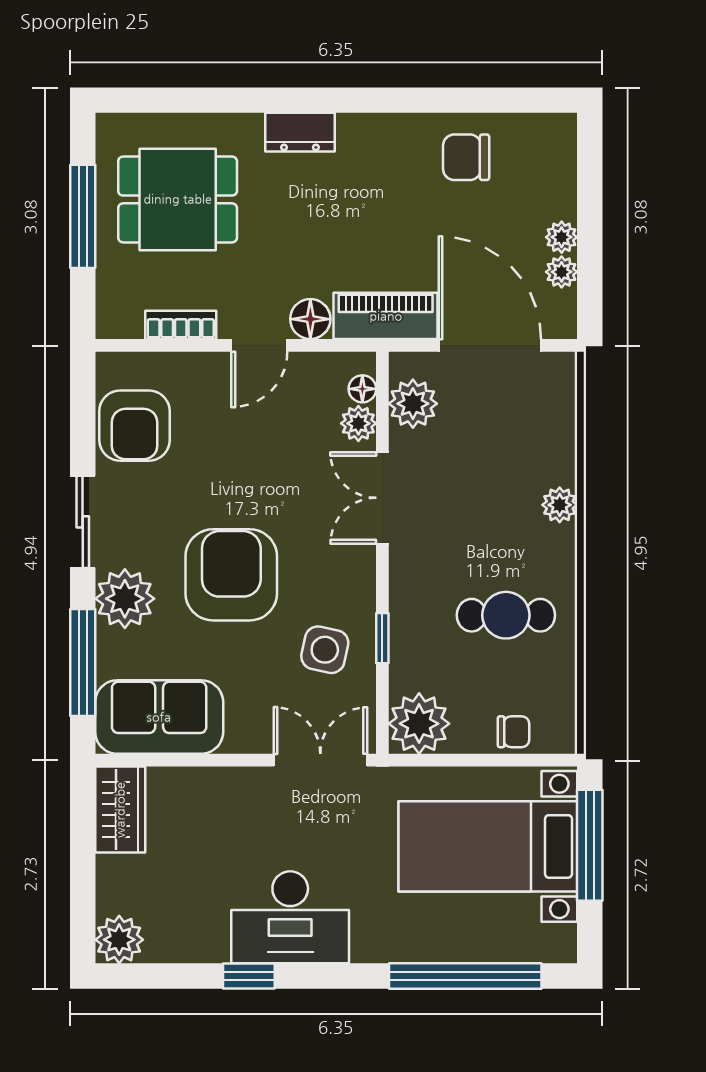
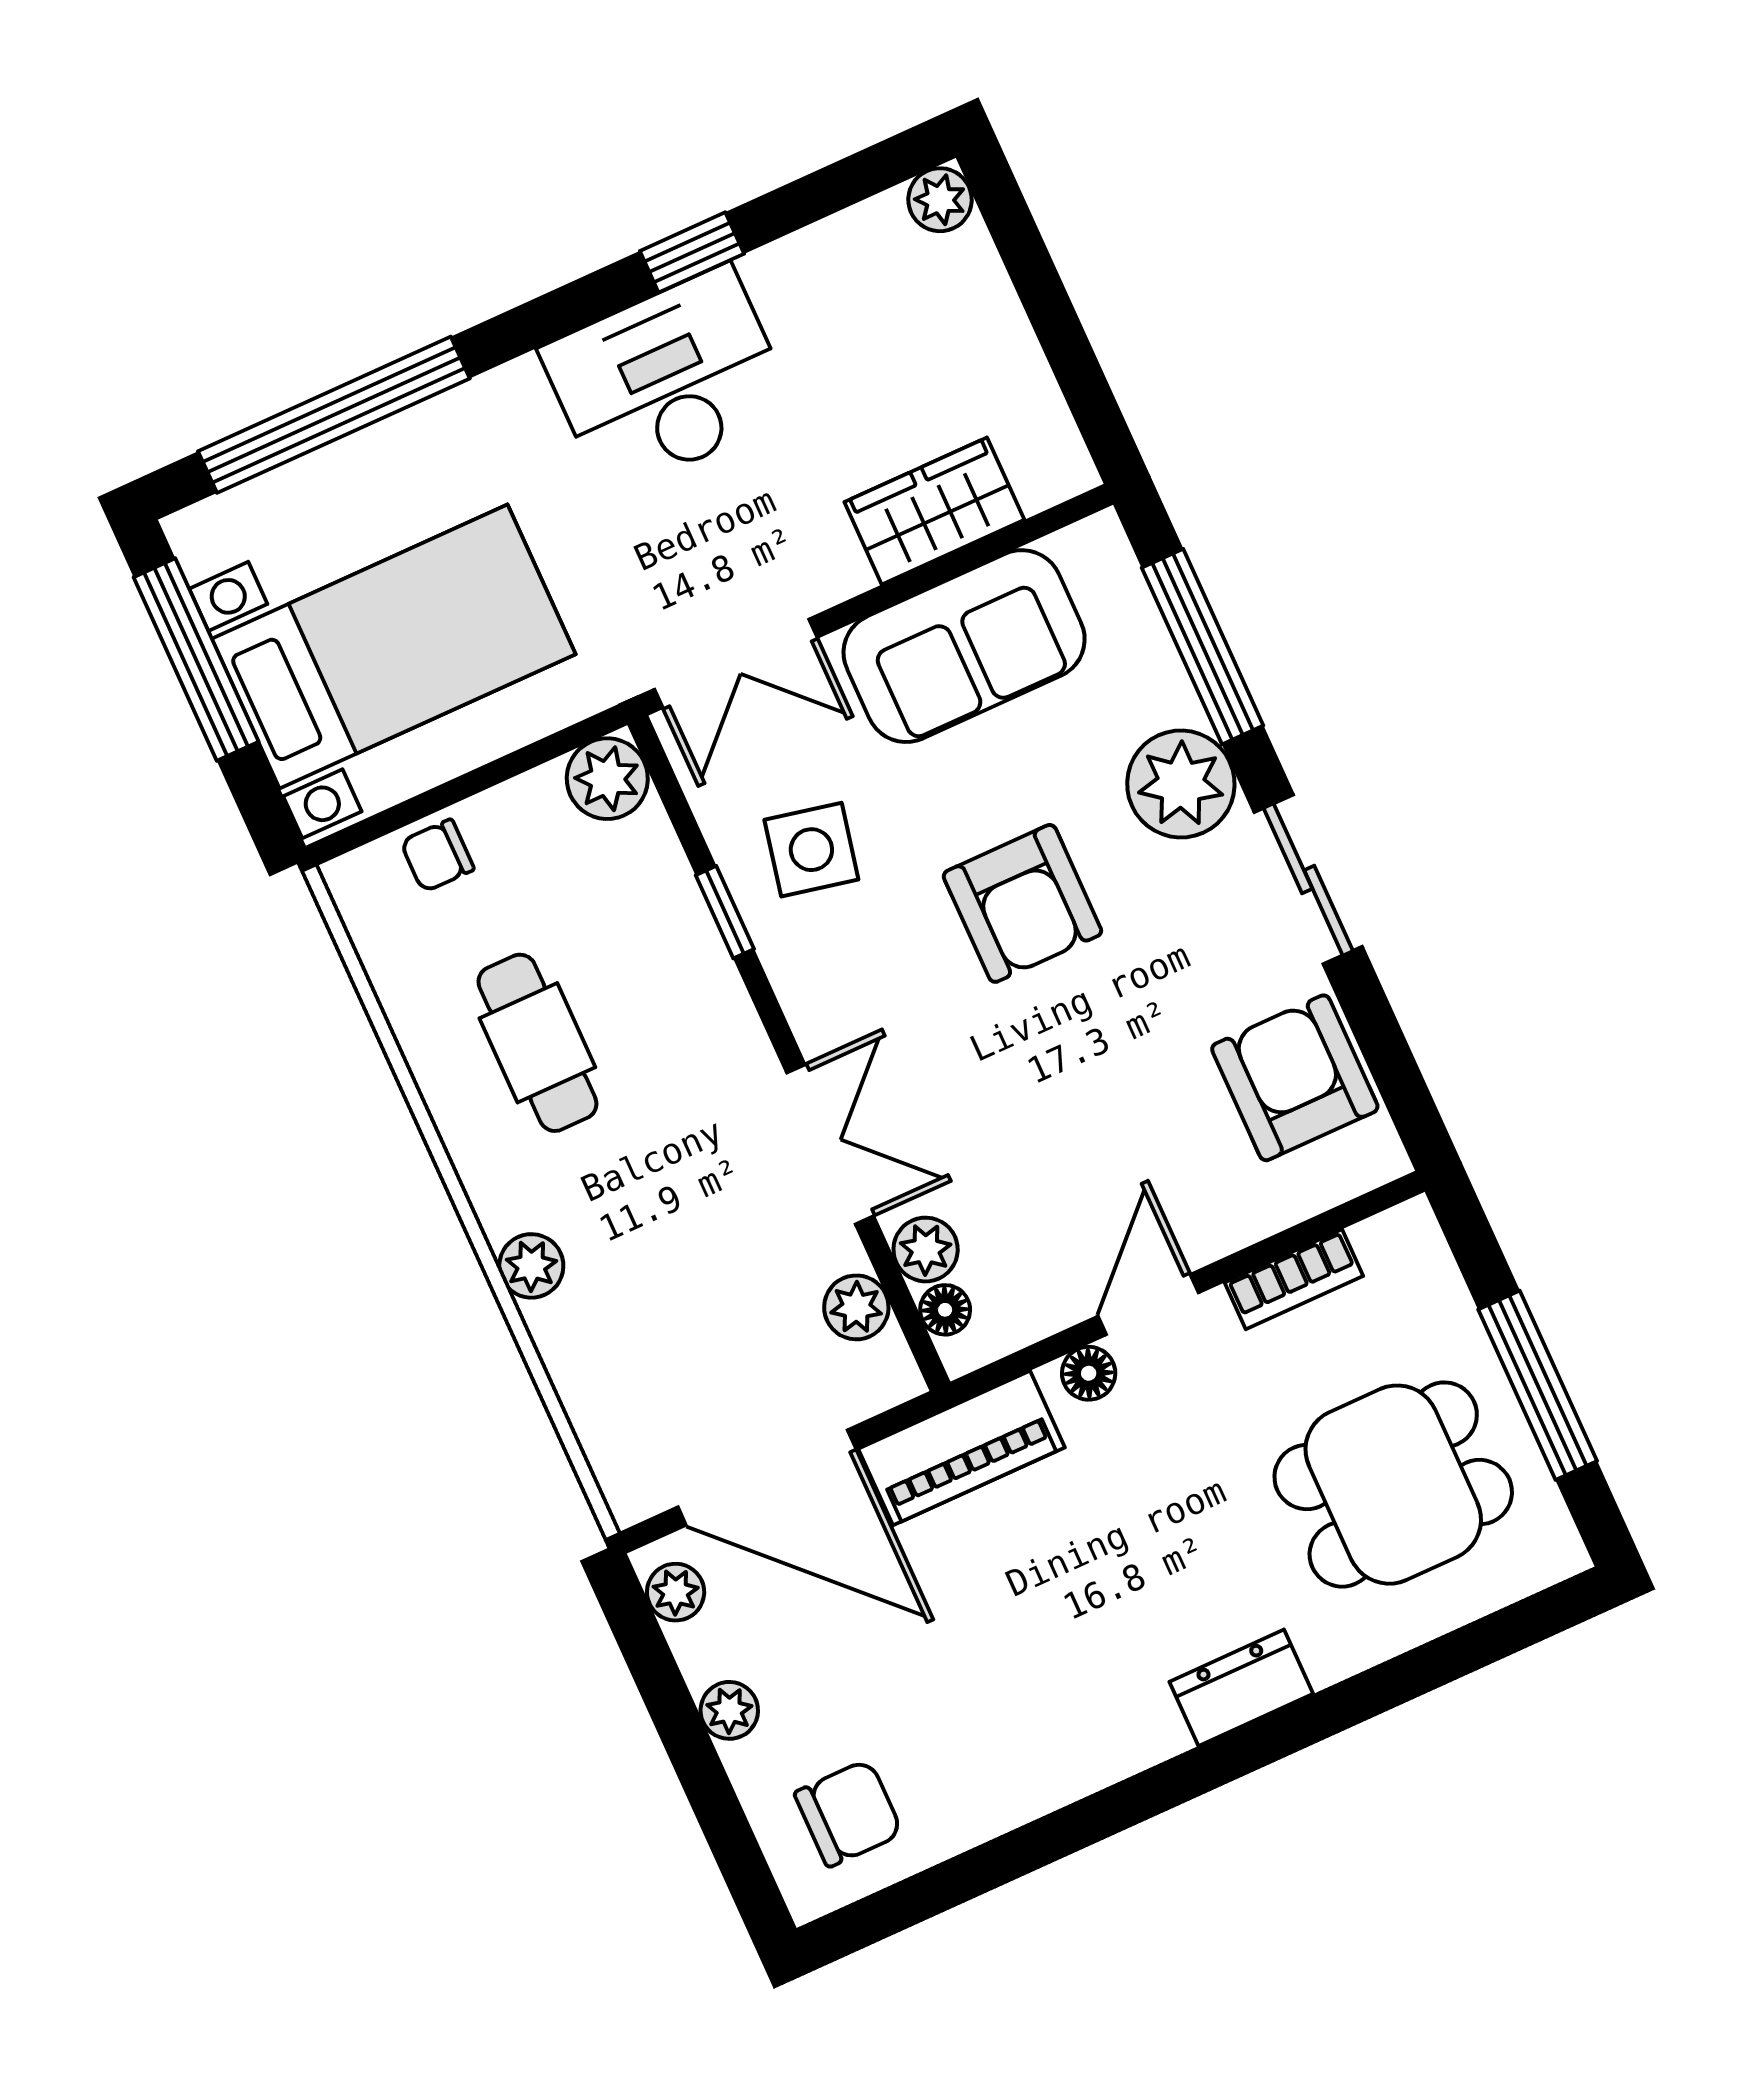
chair: (466, 157) -> (848, 1813), moved
plant: (562, 272) -> (676, 1592), moved
floor lamp: (310, 319) -> (1089, 1373), width x0.73, depth x0.73
plant: (413, 404) -> (856, 1307), width x0.73, depth x0.73
armchair: (231, 575) -> (1022, 903), width x0.73, depth x0.73
cafe table: (506, 615) -> (537, 1043), turned 90
sofa: (159, 717) -> (964, 646), moved
plant: (419, 724) -> (607, 779), width x0.73, depth x0.73
wardrobe: (120, 810) -> (934, 511), moved, turned 90
window: (590, 845) -> (196, 660), moved
plant: (119, 940) -> (940, 200), width x0.73, depth x0.73

